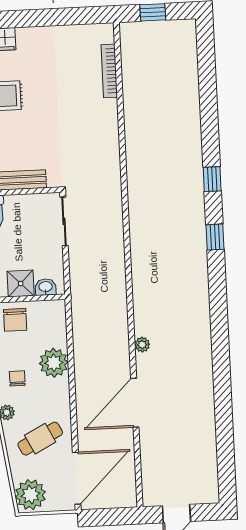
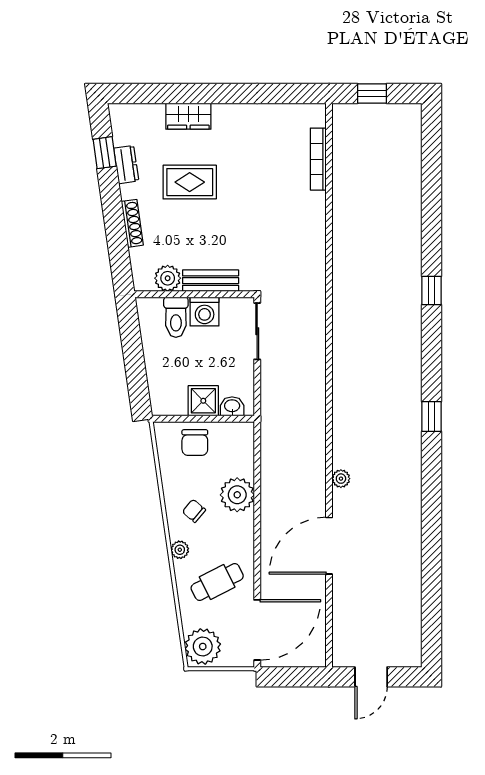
washing machine: (18, 207) -> (205, 312), added
window: (215, 237) -> (432, 416), moved
chair: (17, 378) -> (194, 511), turned -50

